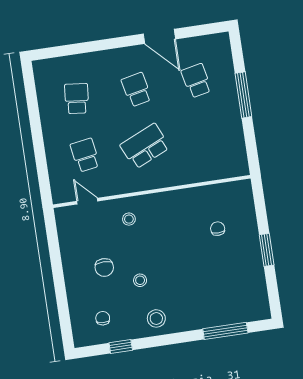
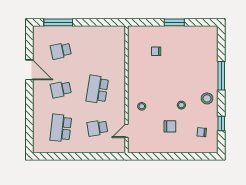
door: (159, 36) -> (29, 70), hinge flipped
window: (243, 95) -> (58, 22), moved
school desk: (77, 99) -> (61, 128), width x1.85
school desk: (145, 146) -> (97, 89), turned 33
window: (225, 331) -> (221, 76), moved

